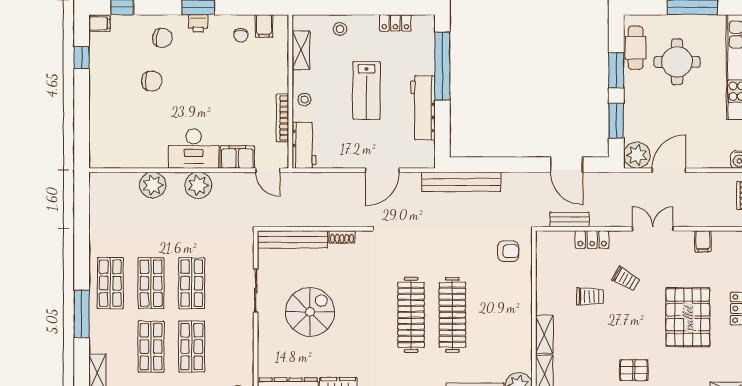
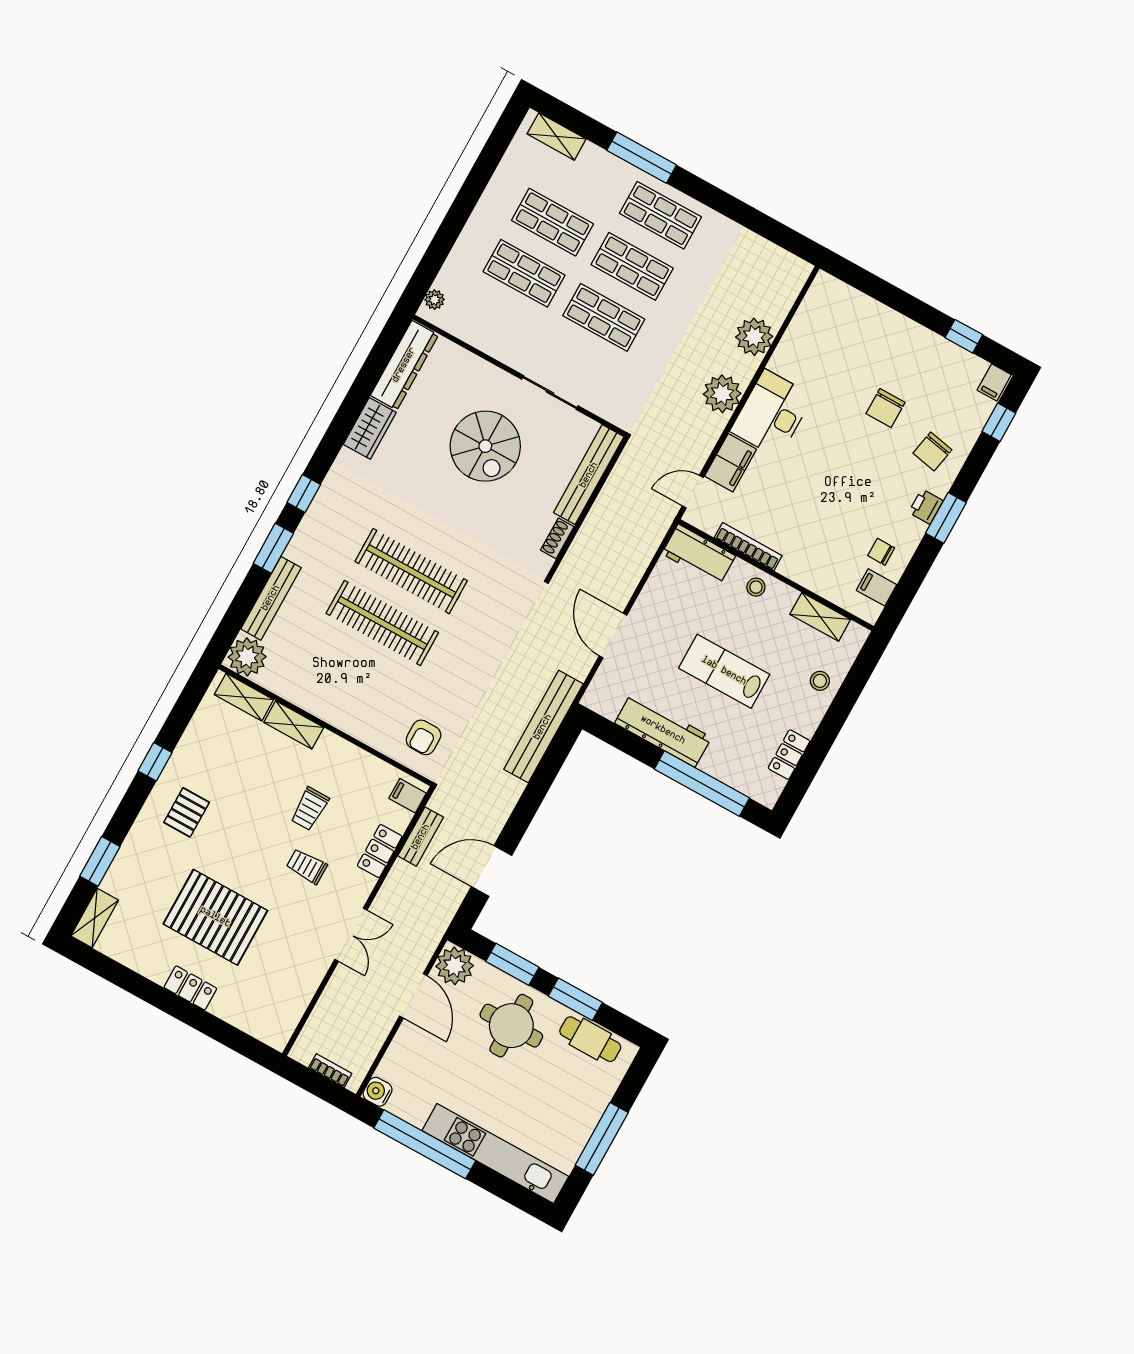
round table: (677, 62) -> (511, 1026), moved
filing cabinet: (703, 241) -> (408, 796), moved
trolley: (626, 279) -> (307, 866), turned 60

